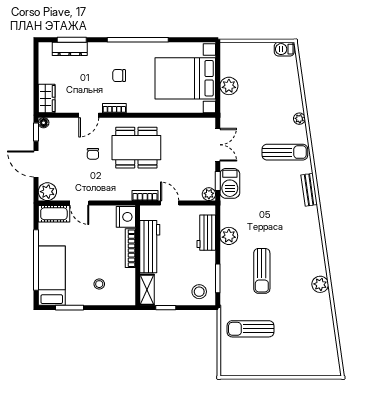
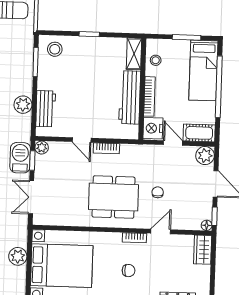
nightstand: (126, 217) -> (153, 128), moved
workbench: (150, 247) -> (130, 97), moved
bookcase: (130, 248) -> (149, 96), moved
wall: (138, 255) -> (142, 89), moved
shelving: (147, 290) -> (134, 54), moved

